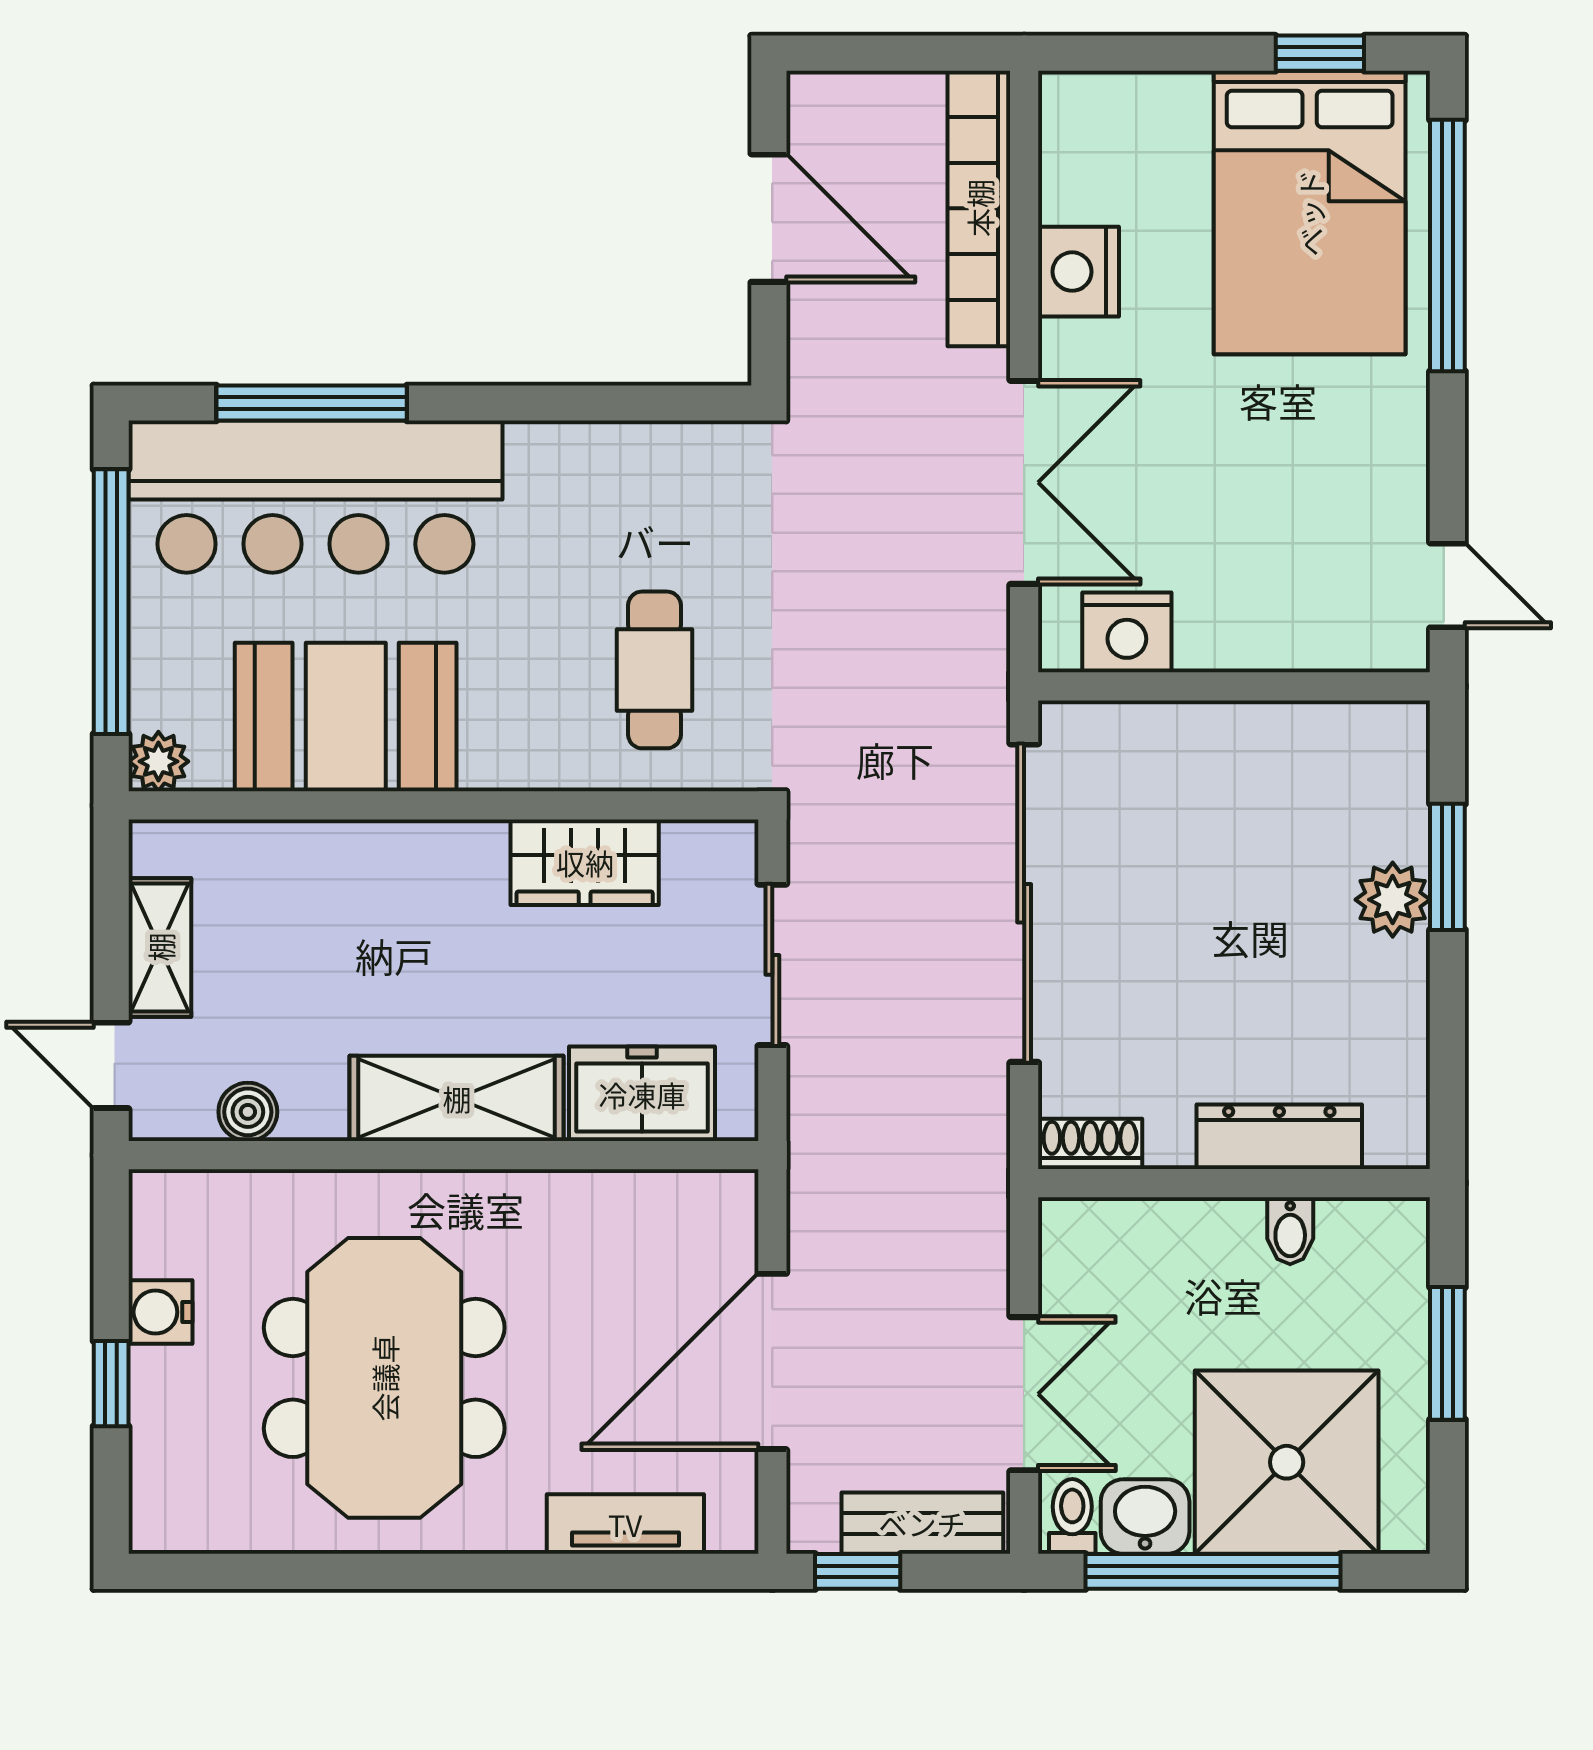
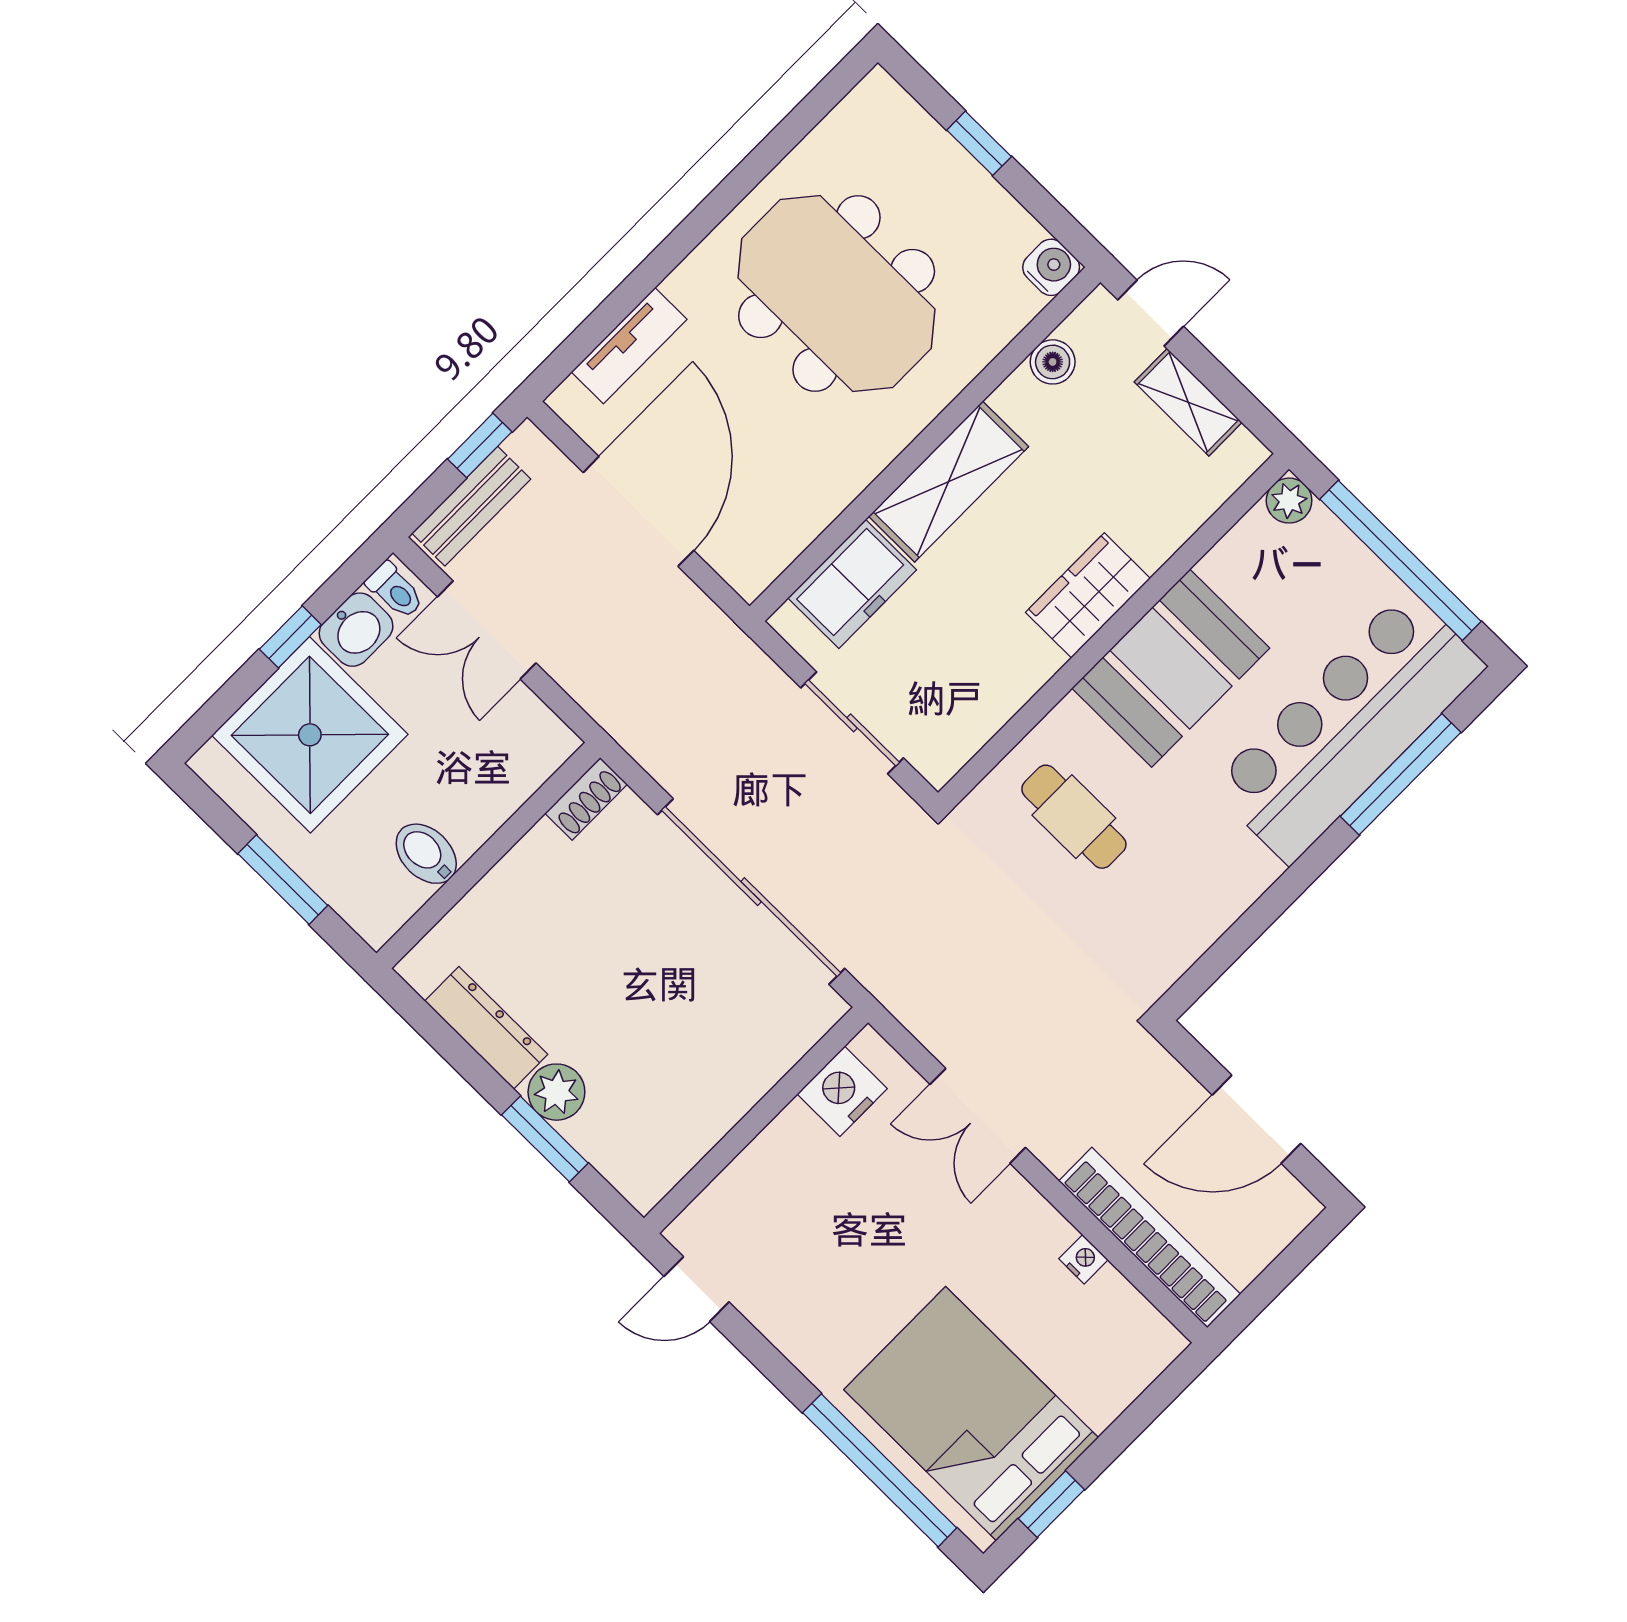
nightstand: (1078, 272) -> (1083, 1259), width x0.53, depth x0.56
double door: (1024, 482) -> (978, 1116), width x0.73
booth: (346, 717) -> (1171, 668), moved
wardrobe: (585, 862) -> (1088, 595), moved
dresser: (1279, 1137) -> (486, 1028), moved, turned -90
bidet: (1290, 1231) -> (426, 854), width x1.38, depth x1.36
water cooler: (161, 1312) -> (1051, 267), moved
window: (1213, 1571) -> (290, 637), width x0.32

